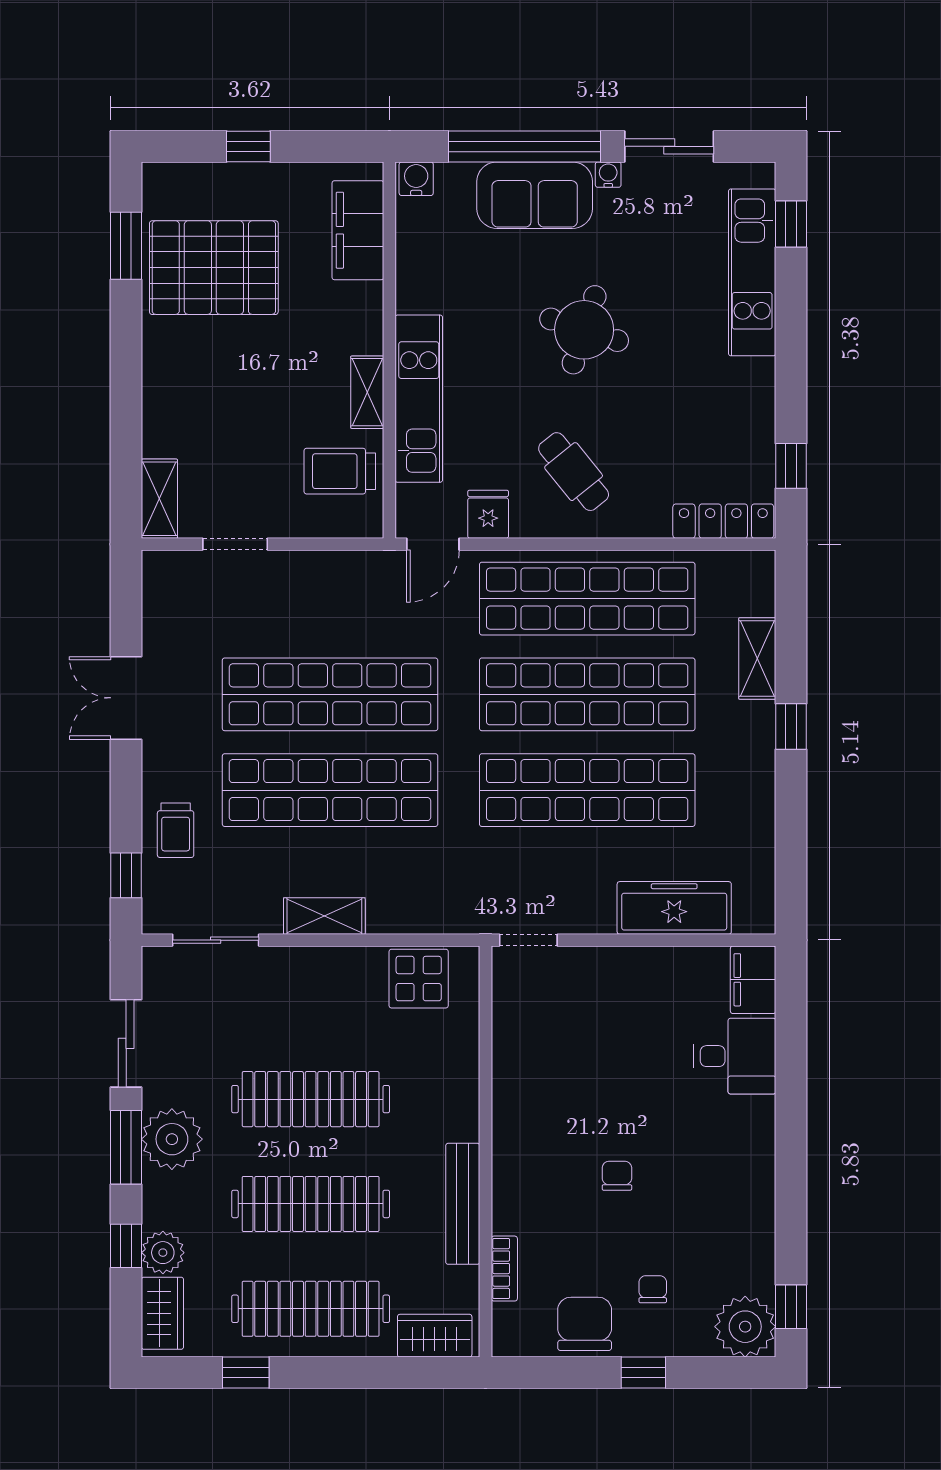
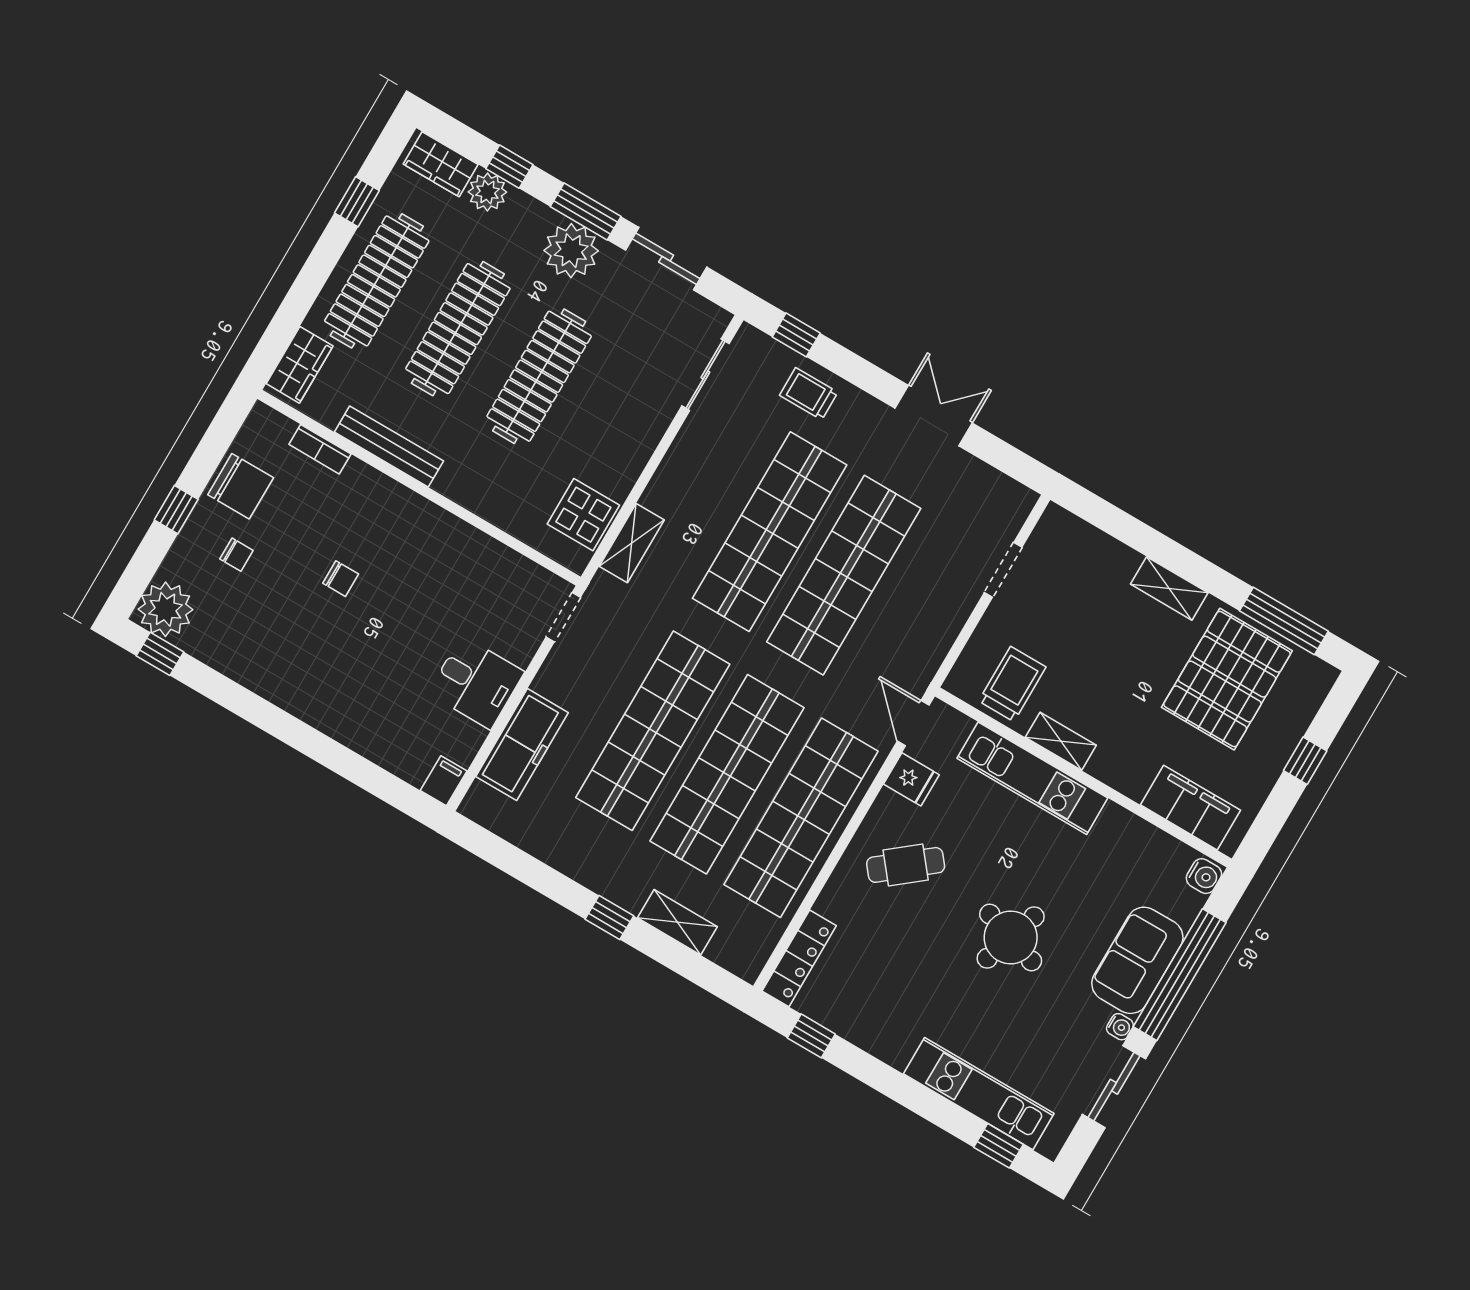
window: (126, 246) -> (1284, 621), width x1.44
shelving: (159, 499) -> (1169, 588), moved
shelving: (324, 916) -> (632, 543), moved
filing cabinet: (753, 980) -> (444, 781), width x0.50
desk: (735, 1056) -> (476, 683), moved, turned -90

